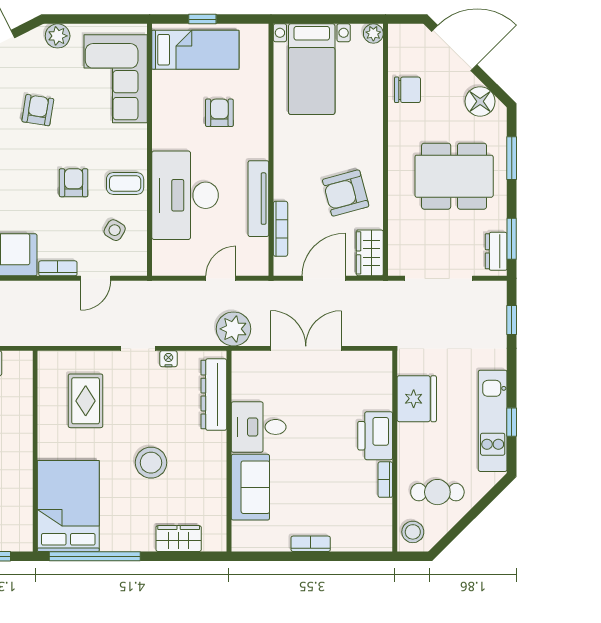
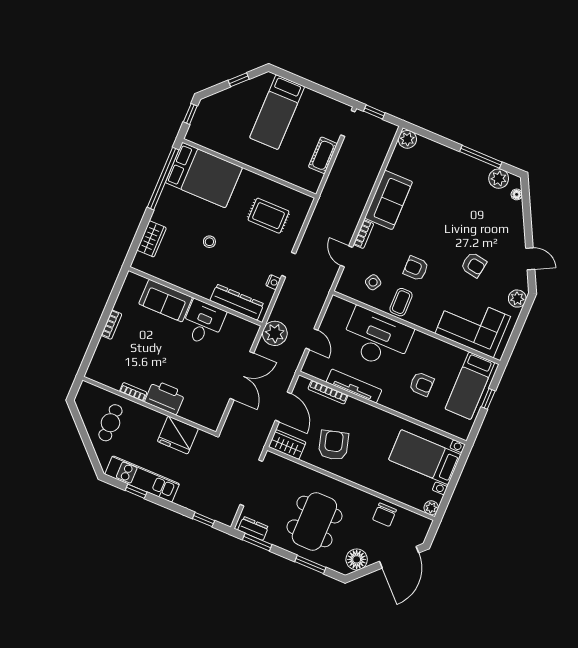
armchair: (74, 183) -> (416, 268), turned 180
stool: (151, 463) -> (209, 242), width x0.53, depth x0.53
stool: (413, 532) -> (91, 395), removed

